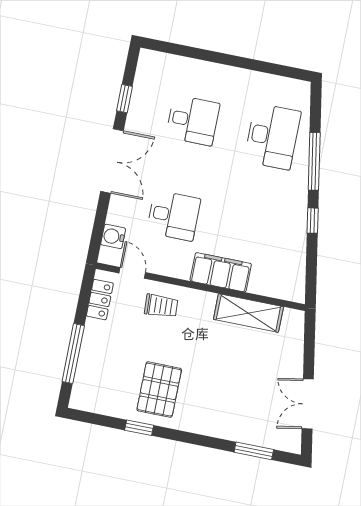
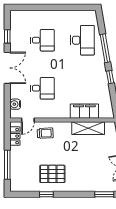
filing cabinet: (221, 272) -> (84, 111), moved
door: (132, 273) -> (28, 120), swing flipped
pallet: (159, 390) -> (52, 174), turned 90

